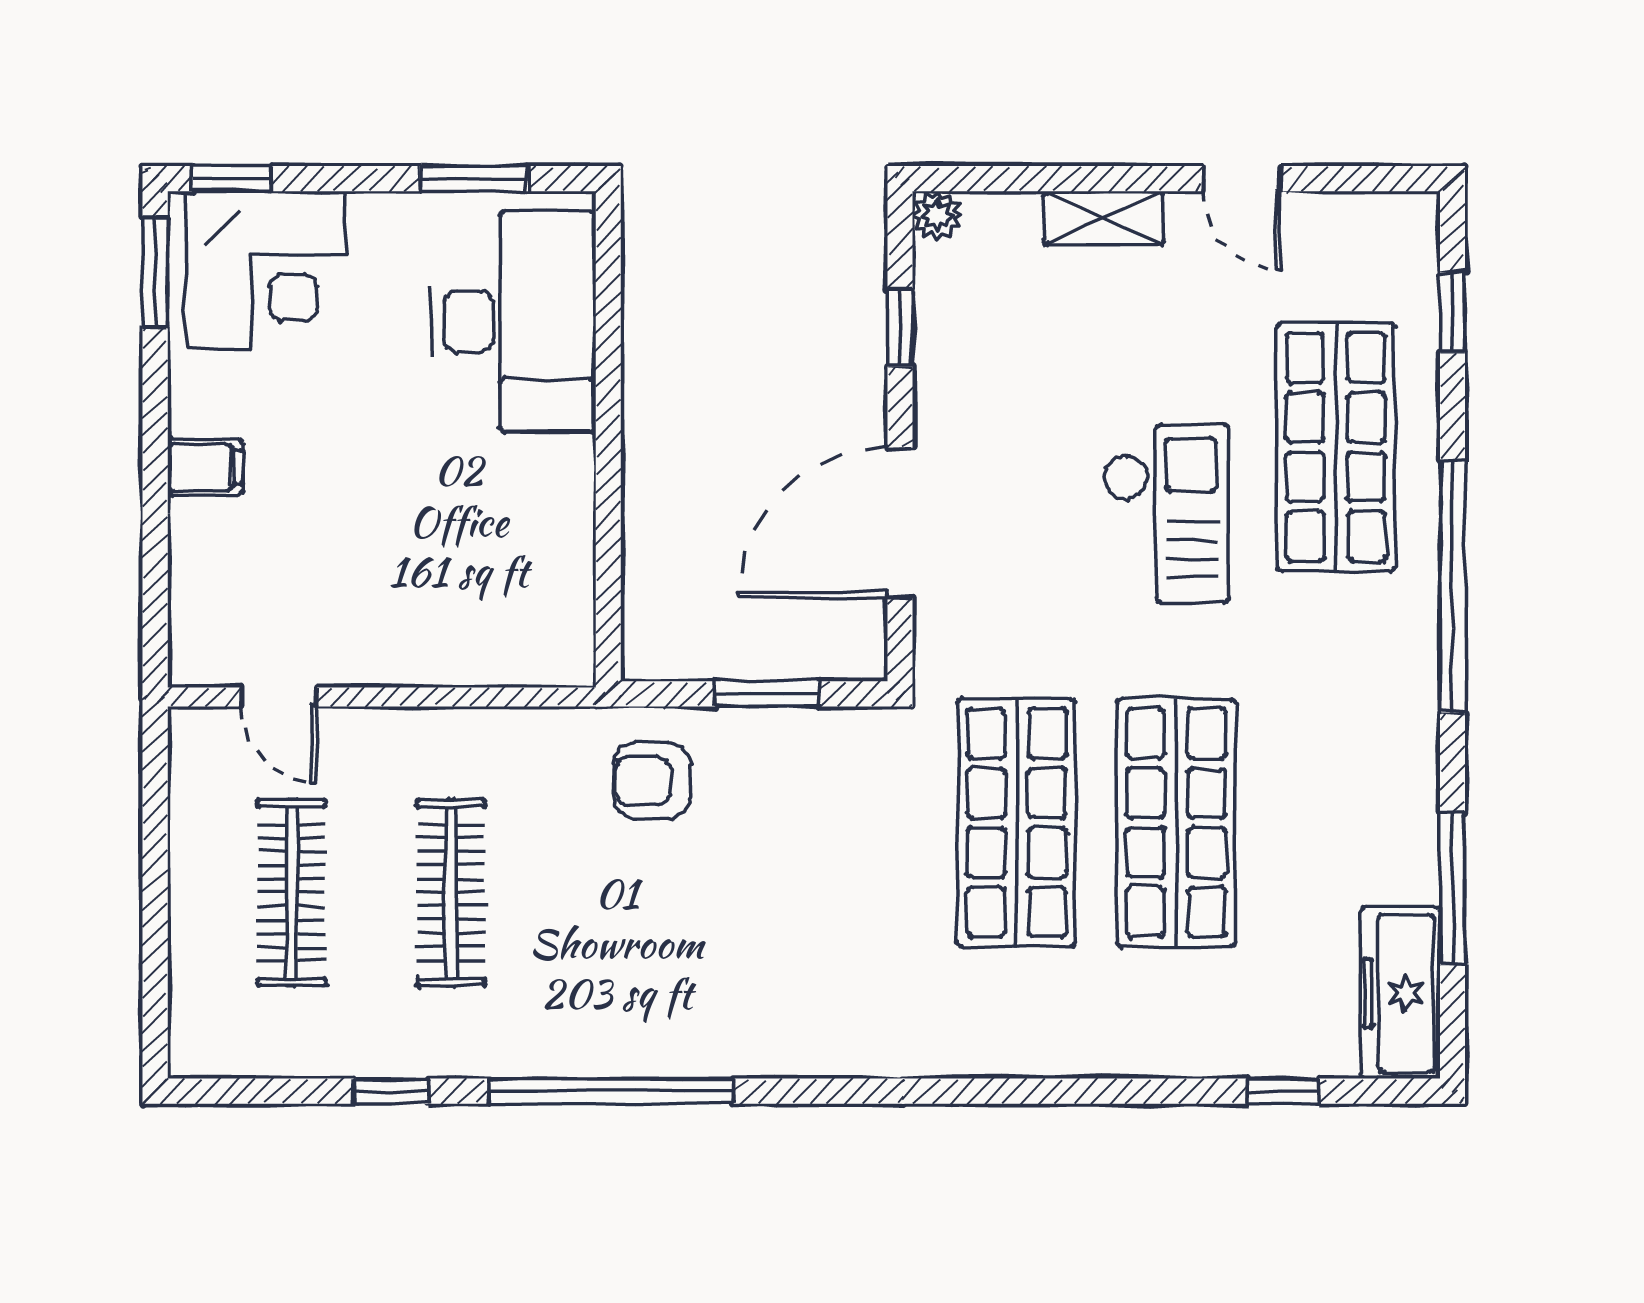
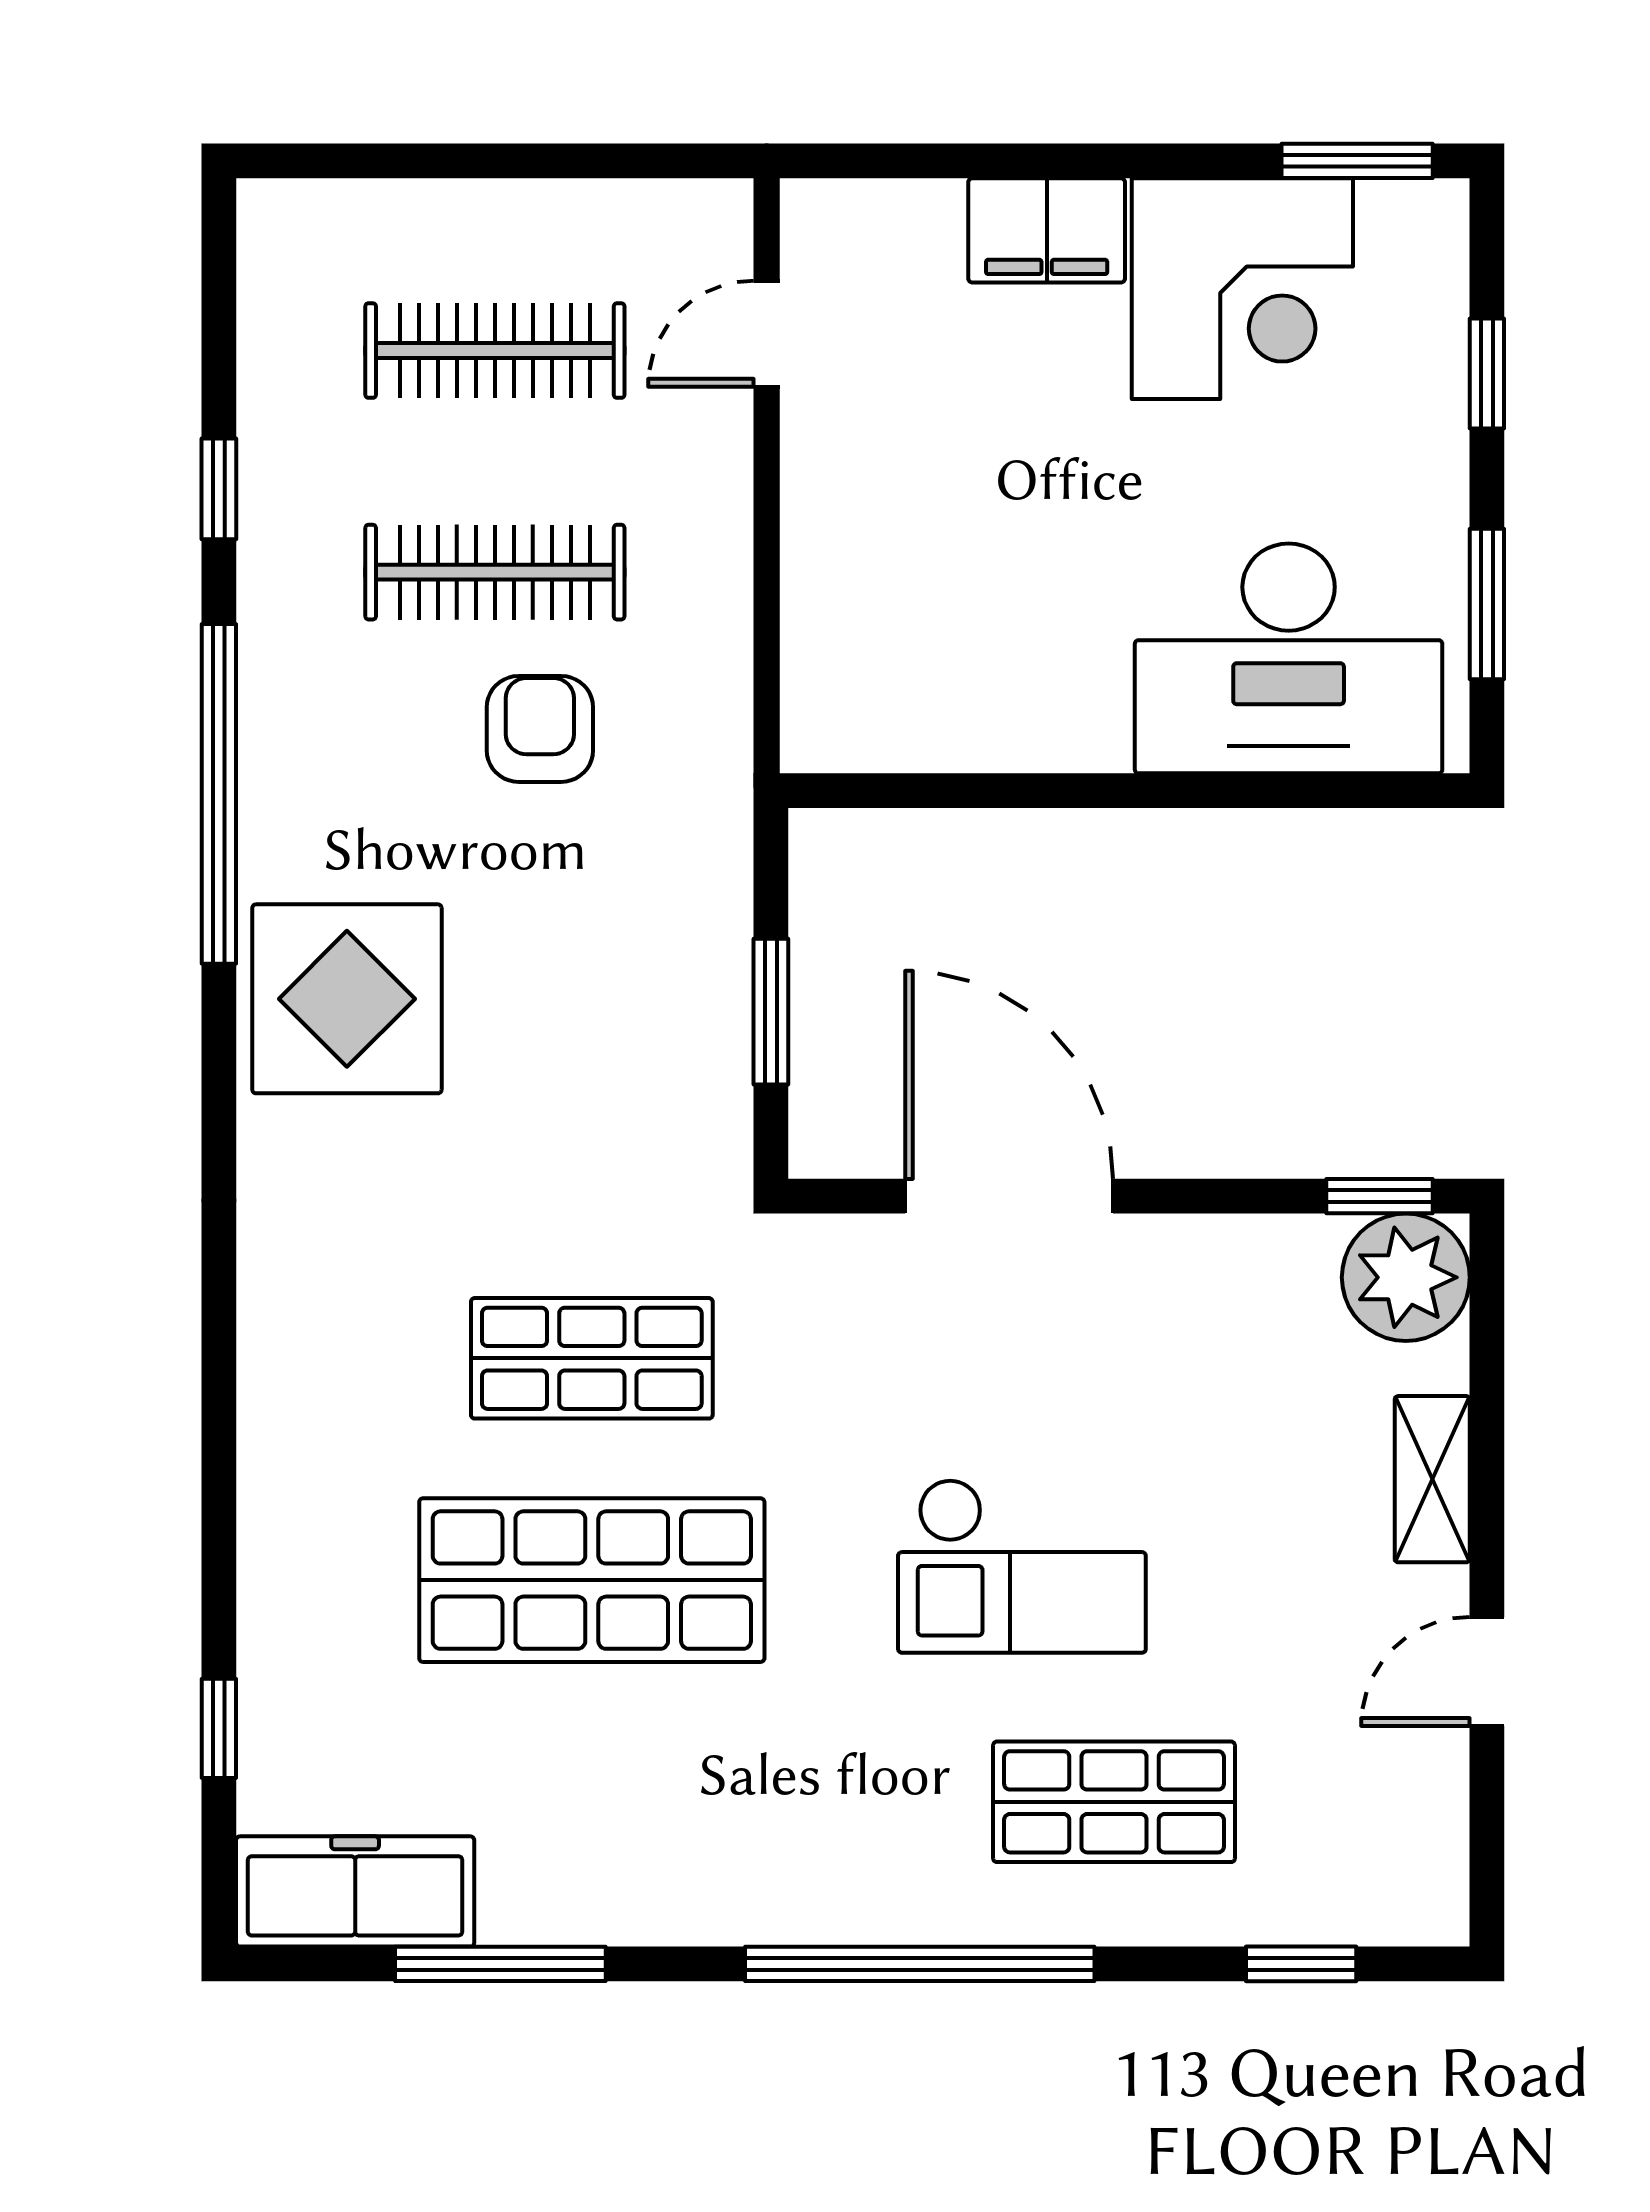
window: (232, 179) -> (1487, 374), moved
plant: (937, 216) -> (1406, 1277), width x1.87, depth x1.87
corner desk: (266, 271) -> (1242, 289), moved, turned -90
window: (900, 328) -> (1379, 1196), moved
shop shelf: (1336, 447) -> (1114, 1802), width x0.70, depth x0.74
filing cabinet: (205, 467) -> (1047, 230), width x2.00
armchair: (652, 781) -> (540, 729), moved
shop shelf: (1017, 823) -> (592, 1358), width x0.70, depth x0.74
display table: (758, 999) -> (347, 999), added

